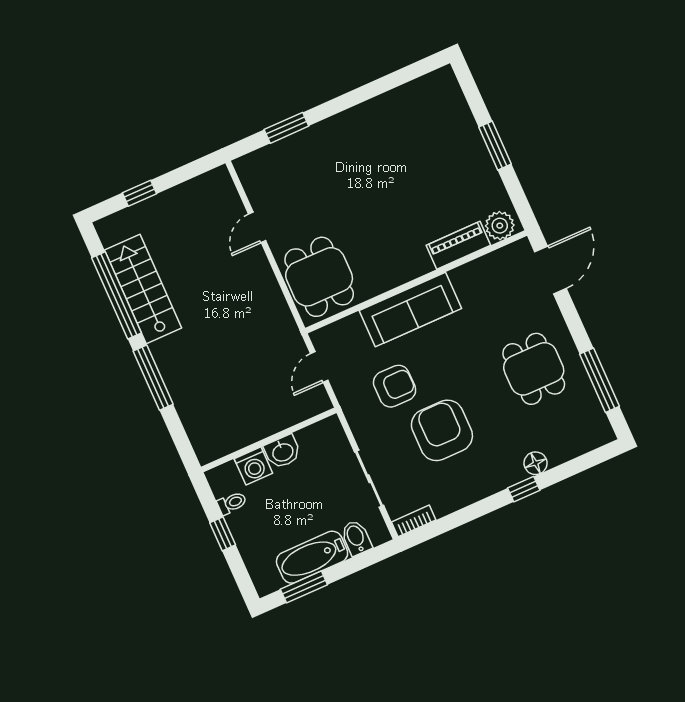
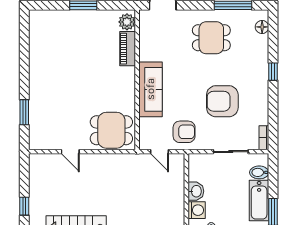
armchair: (395, 386) -> (184, 132), moved, turned 90
floor lamp: (536, 463) -> (262, 27), moved

